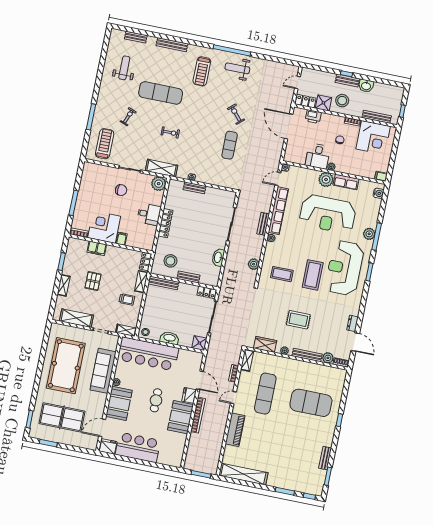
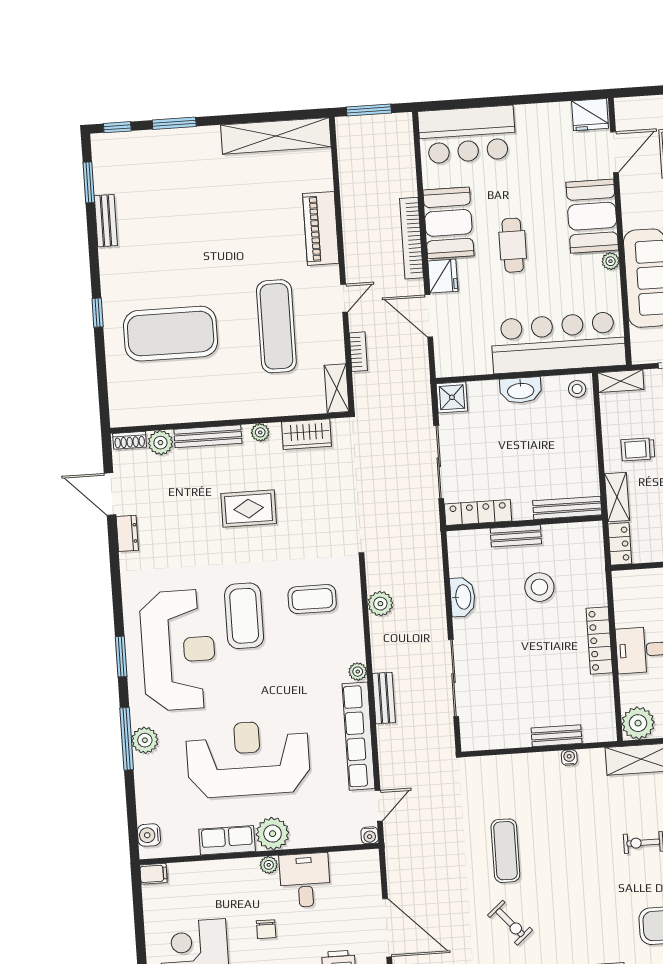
stool: (170, 261) -> (539, 587), moved
locker: (207, 292) -> (478, 513), width x1.53
bar counter: (138, 447) -> (467, 135), moved

